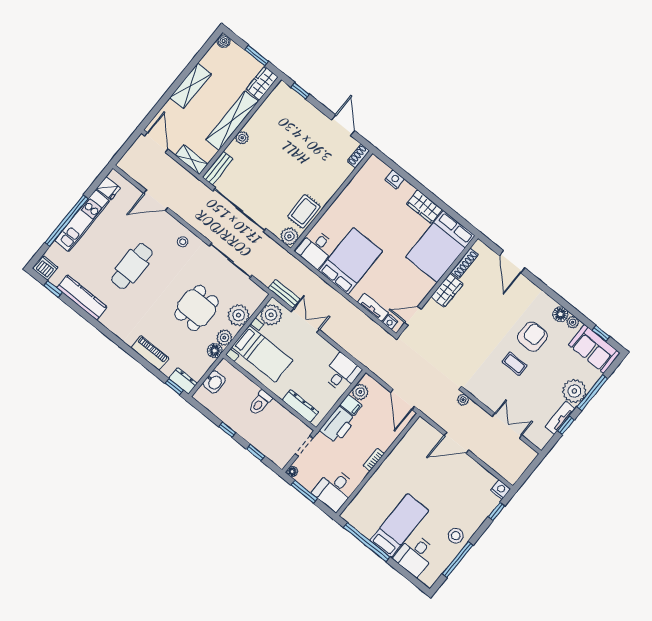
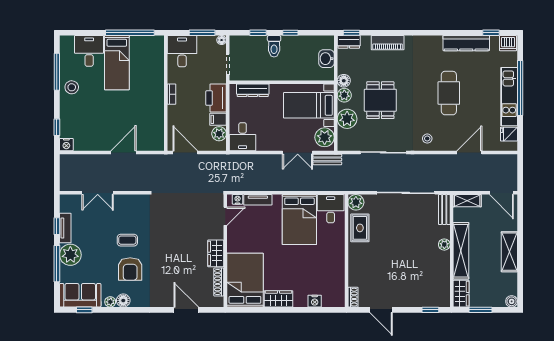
plant: (463, 400) -> (143, 186), removed
toilet: (260, 403) -> (274, 46), moved, turned 180

